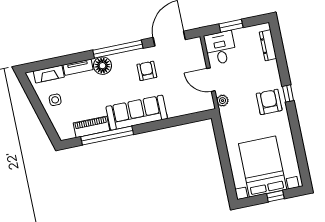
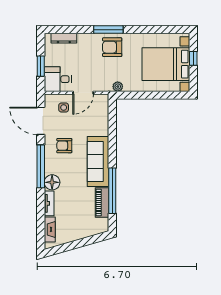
window: (288, 93) -> (108, 30), width x2.17
side table: (55, 100) -> (64, 108), moved
plant: (222, 101) -> (118, 87), moved

